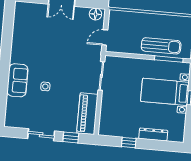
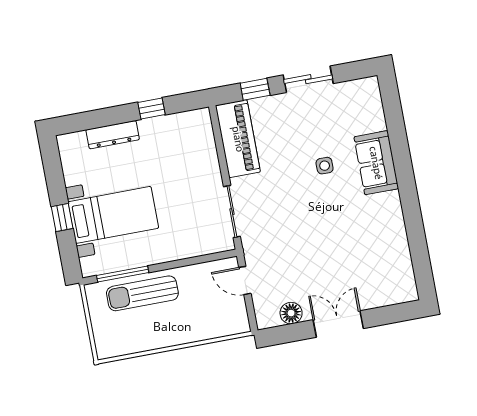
floor lamp: (95, 14) -> (291, 313), moved
door: (105, 37) -> (245, 280), swing flipped

